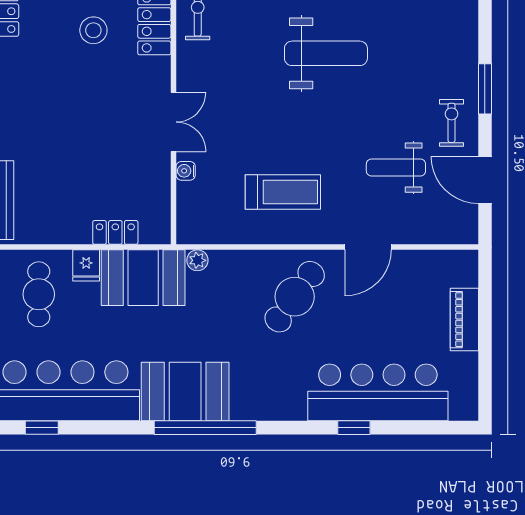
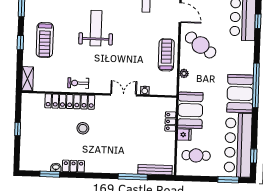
treadmill: (283, 192) -> (166, 55), moved
plant: (197, 260) -> (184, 73), moved

